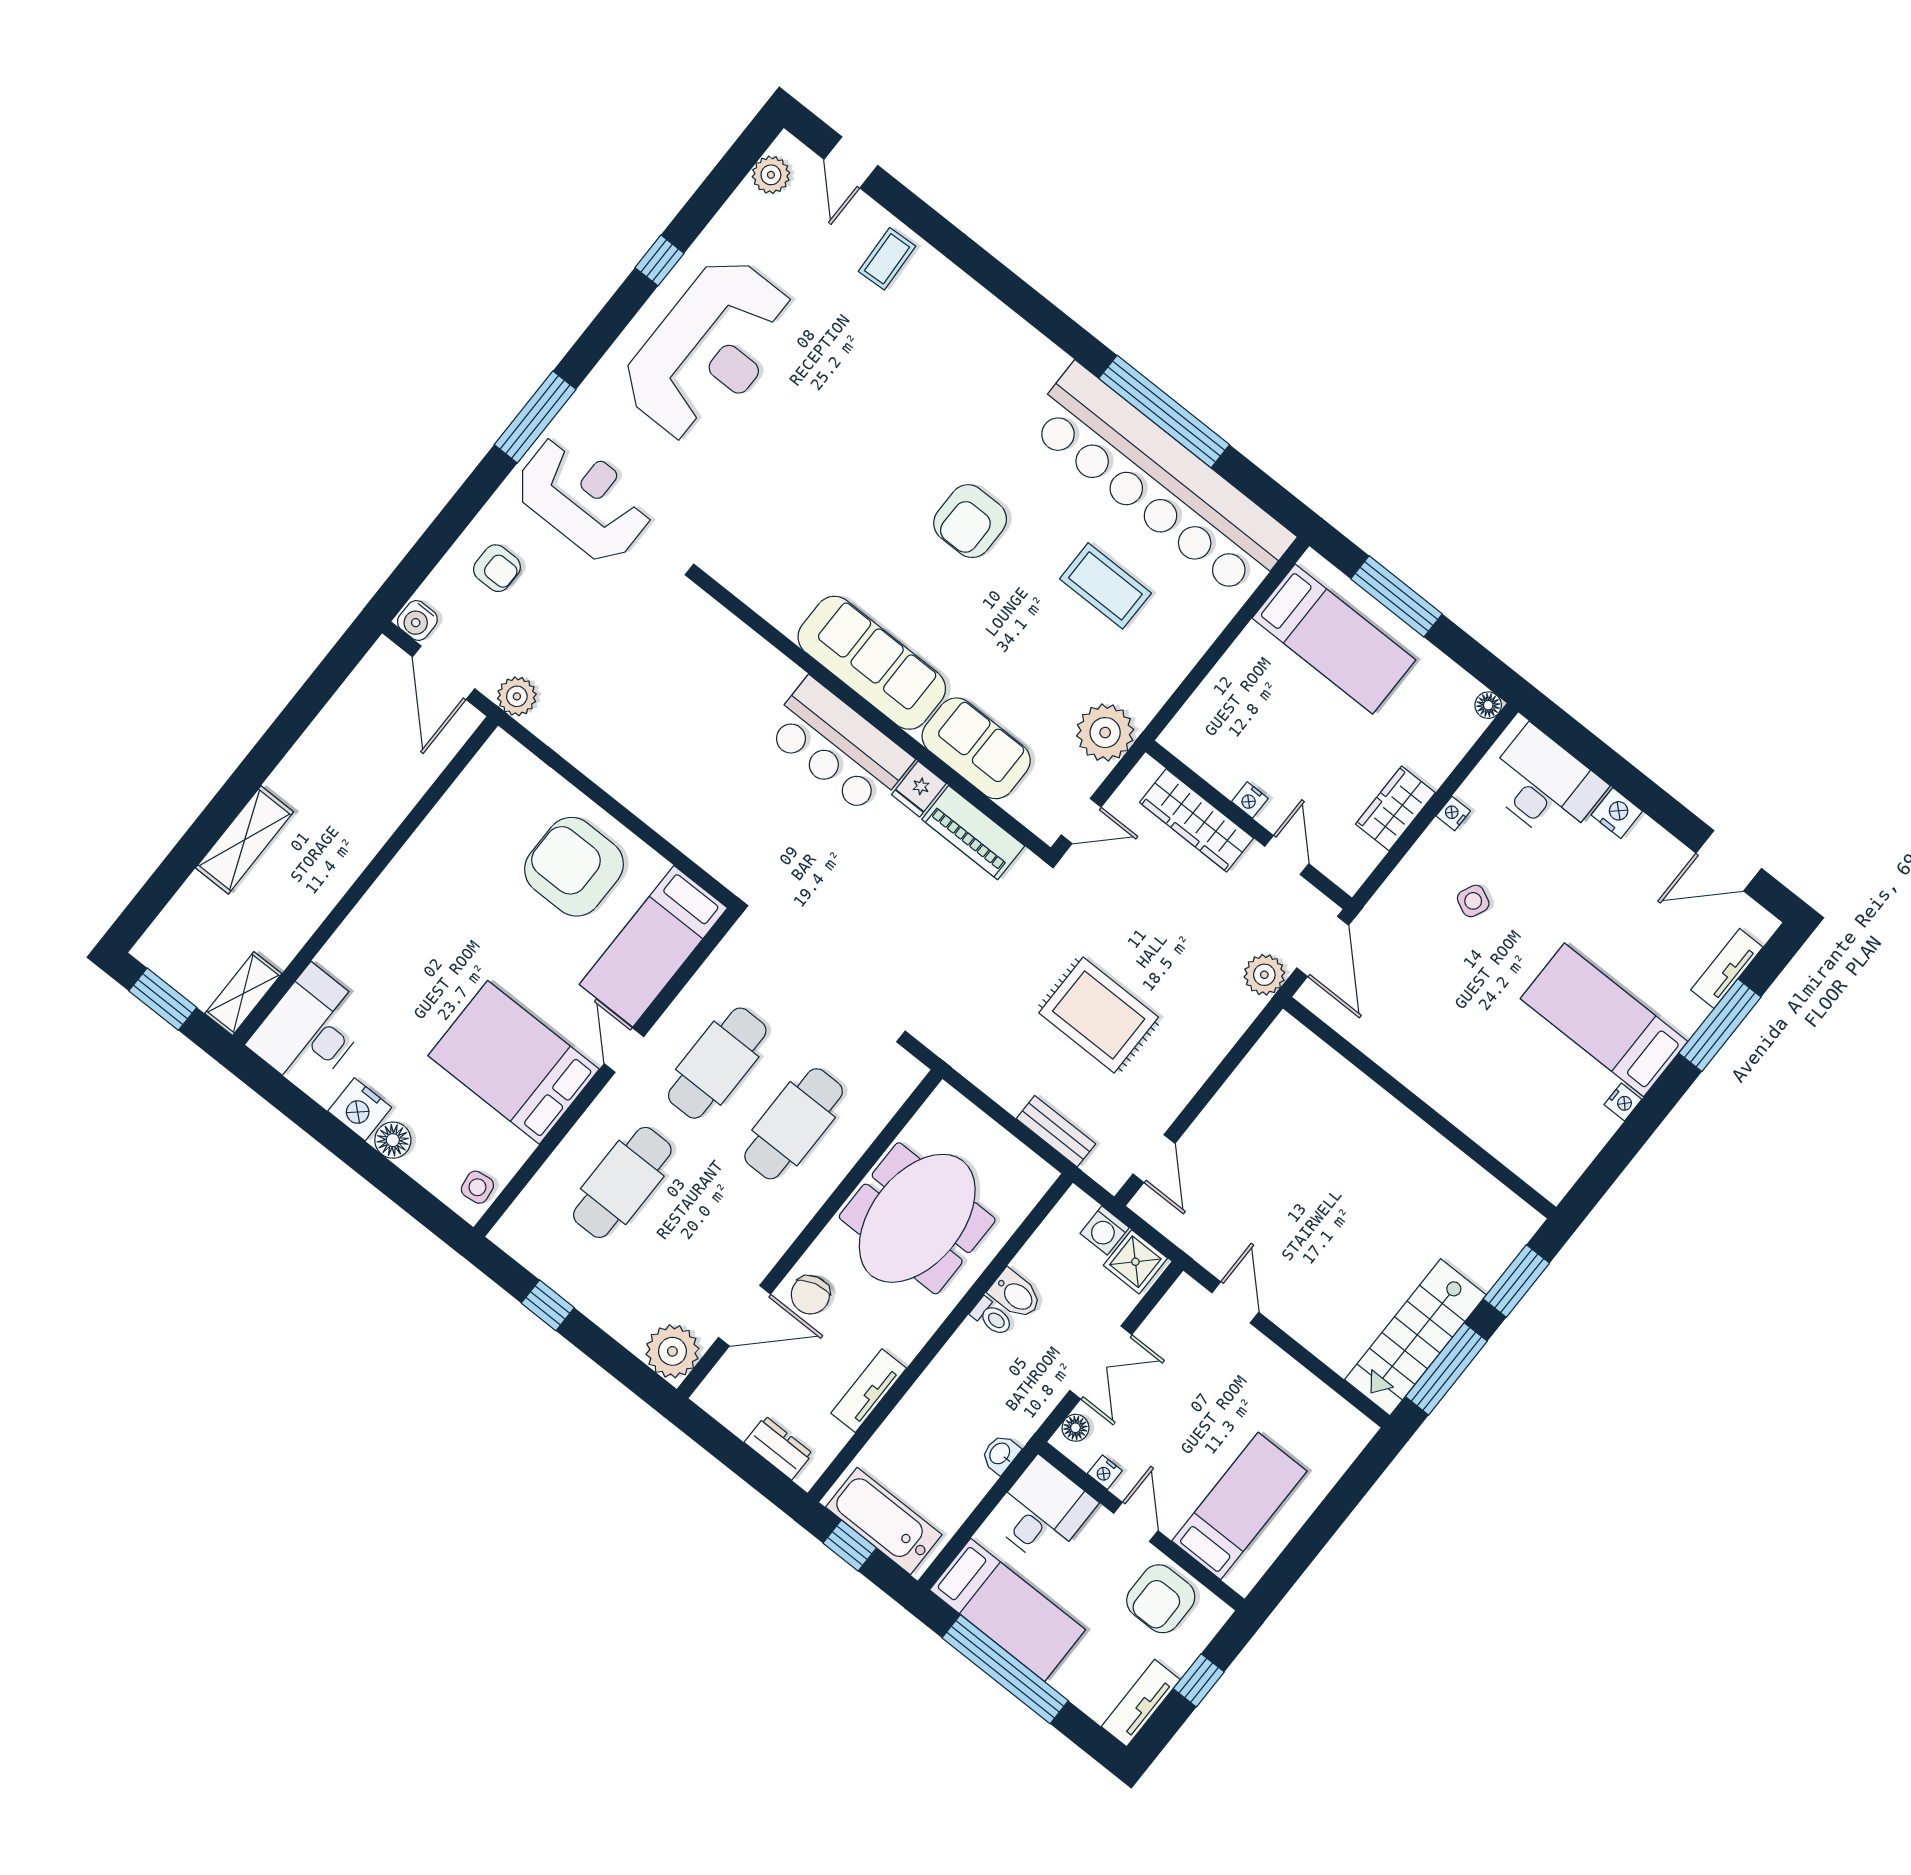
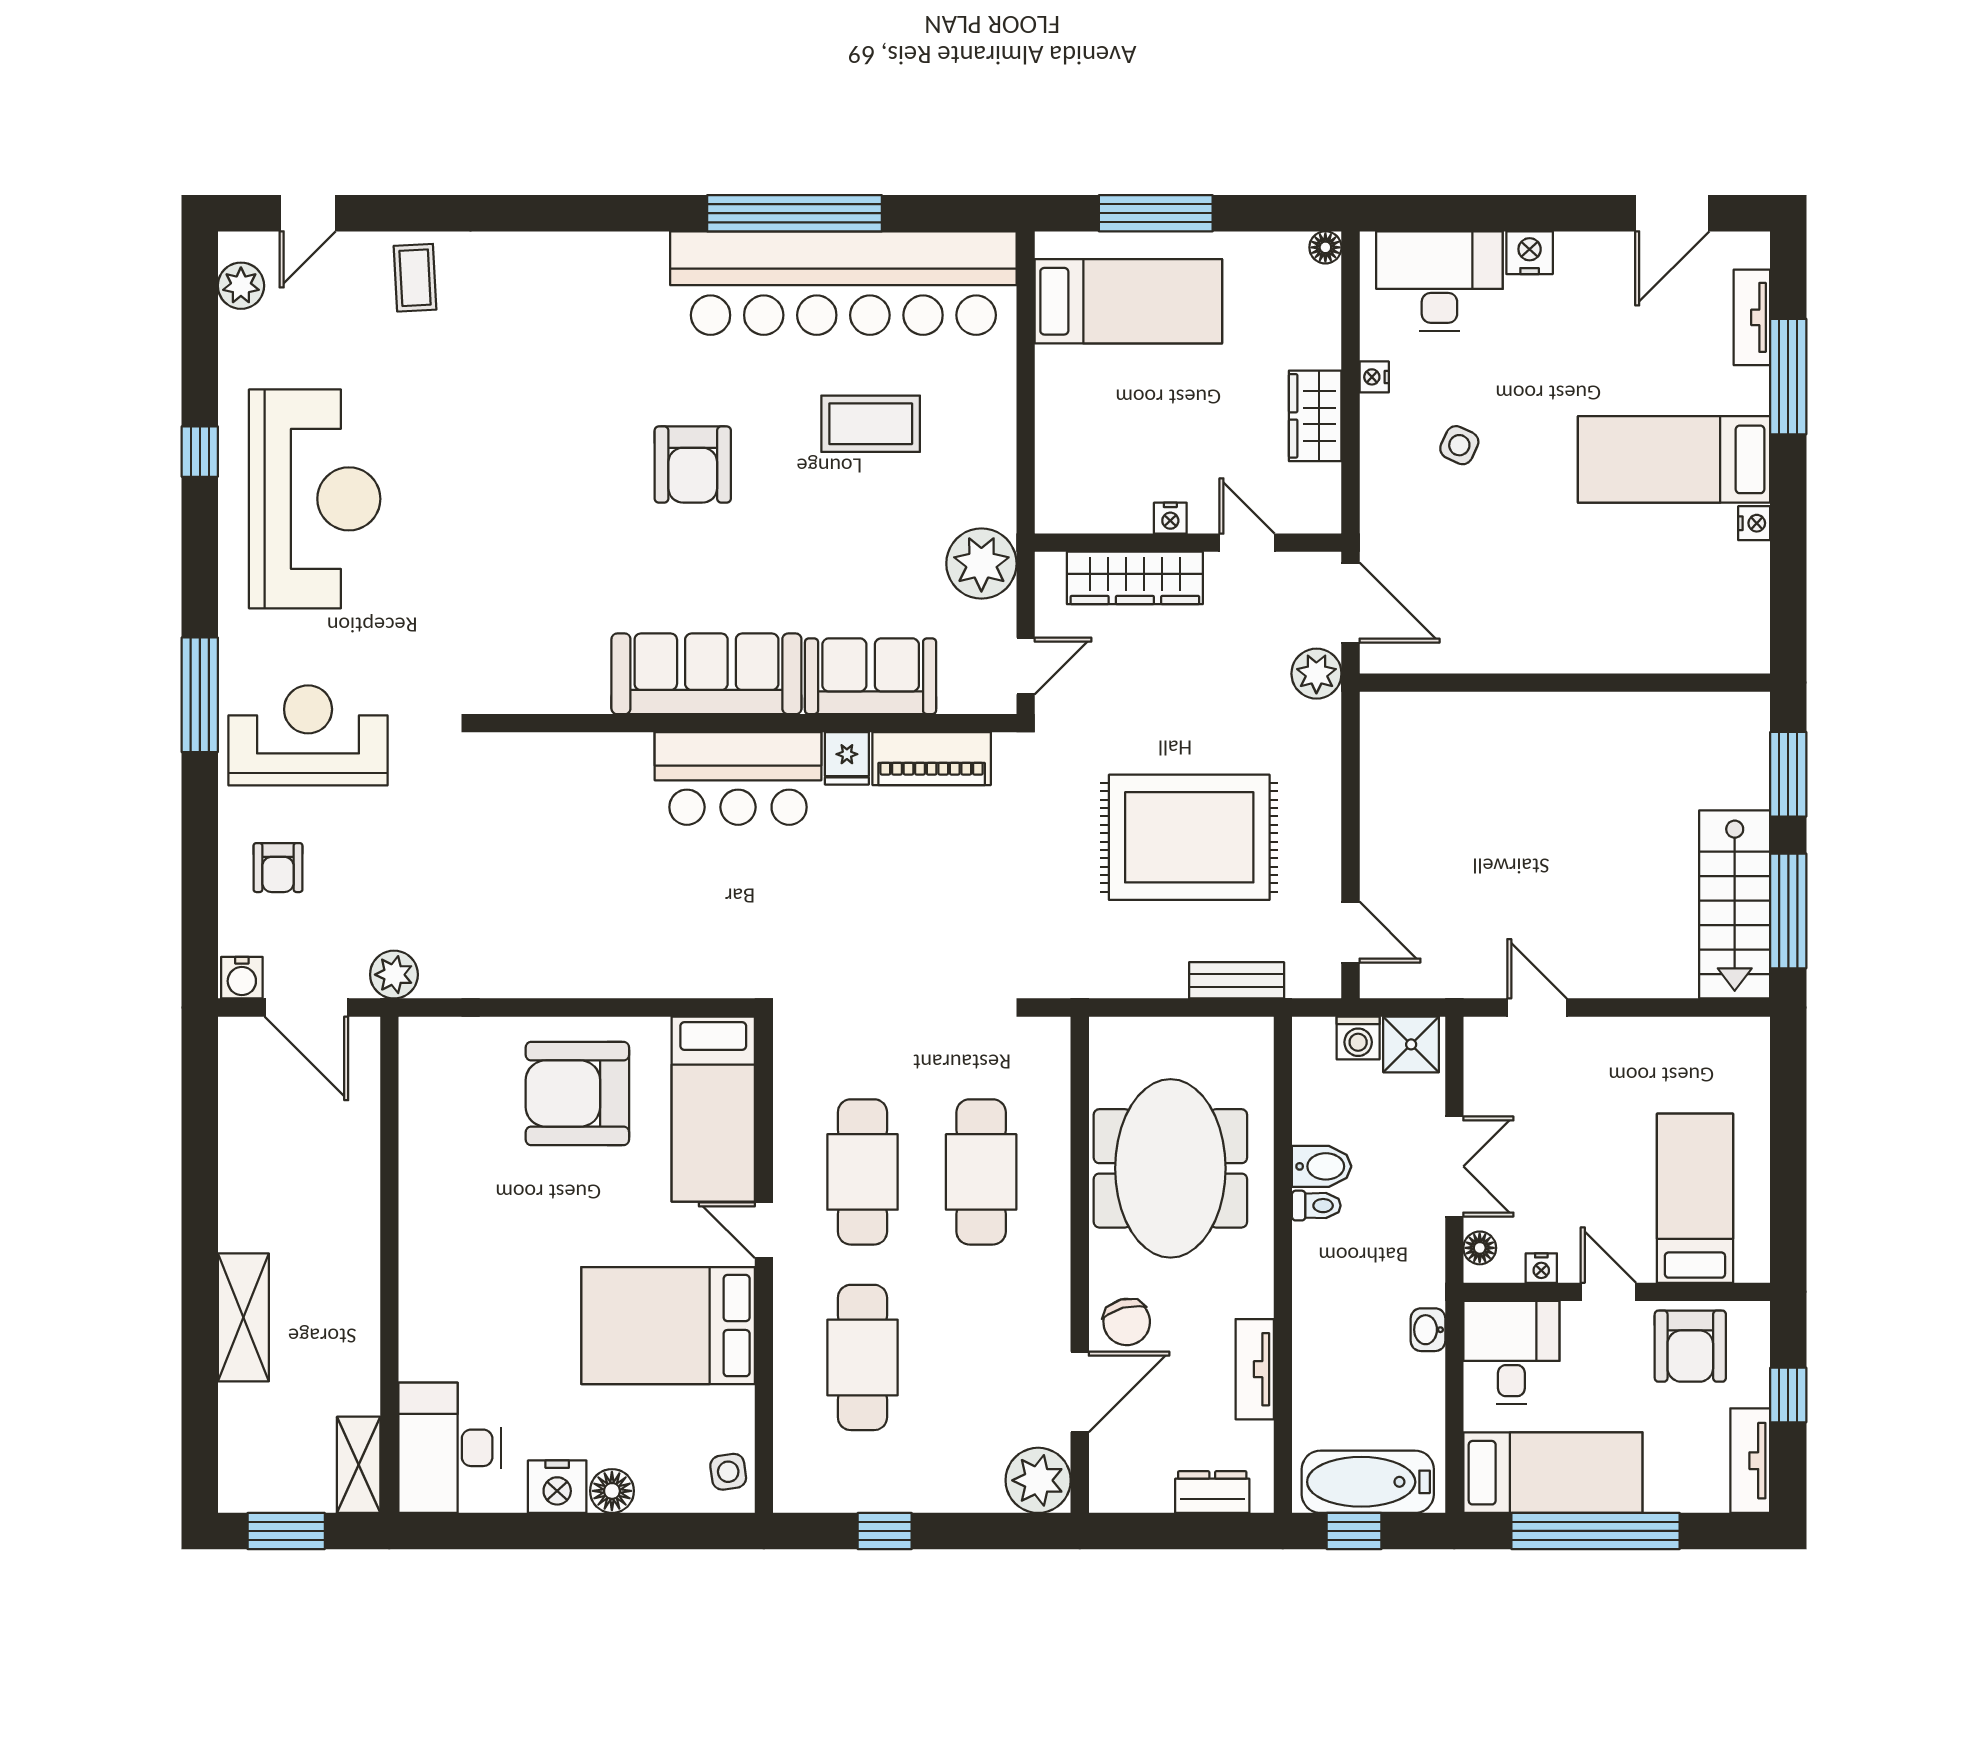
door: (851, 162) -> (308, 213), hinge flipped
armchair: (497, 568) -> (278, 868), turned 90
rug: (1099, 1015) -> (1189, 837), width x1.37, depth x1.44

